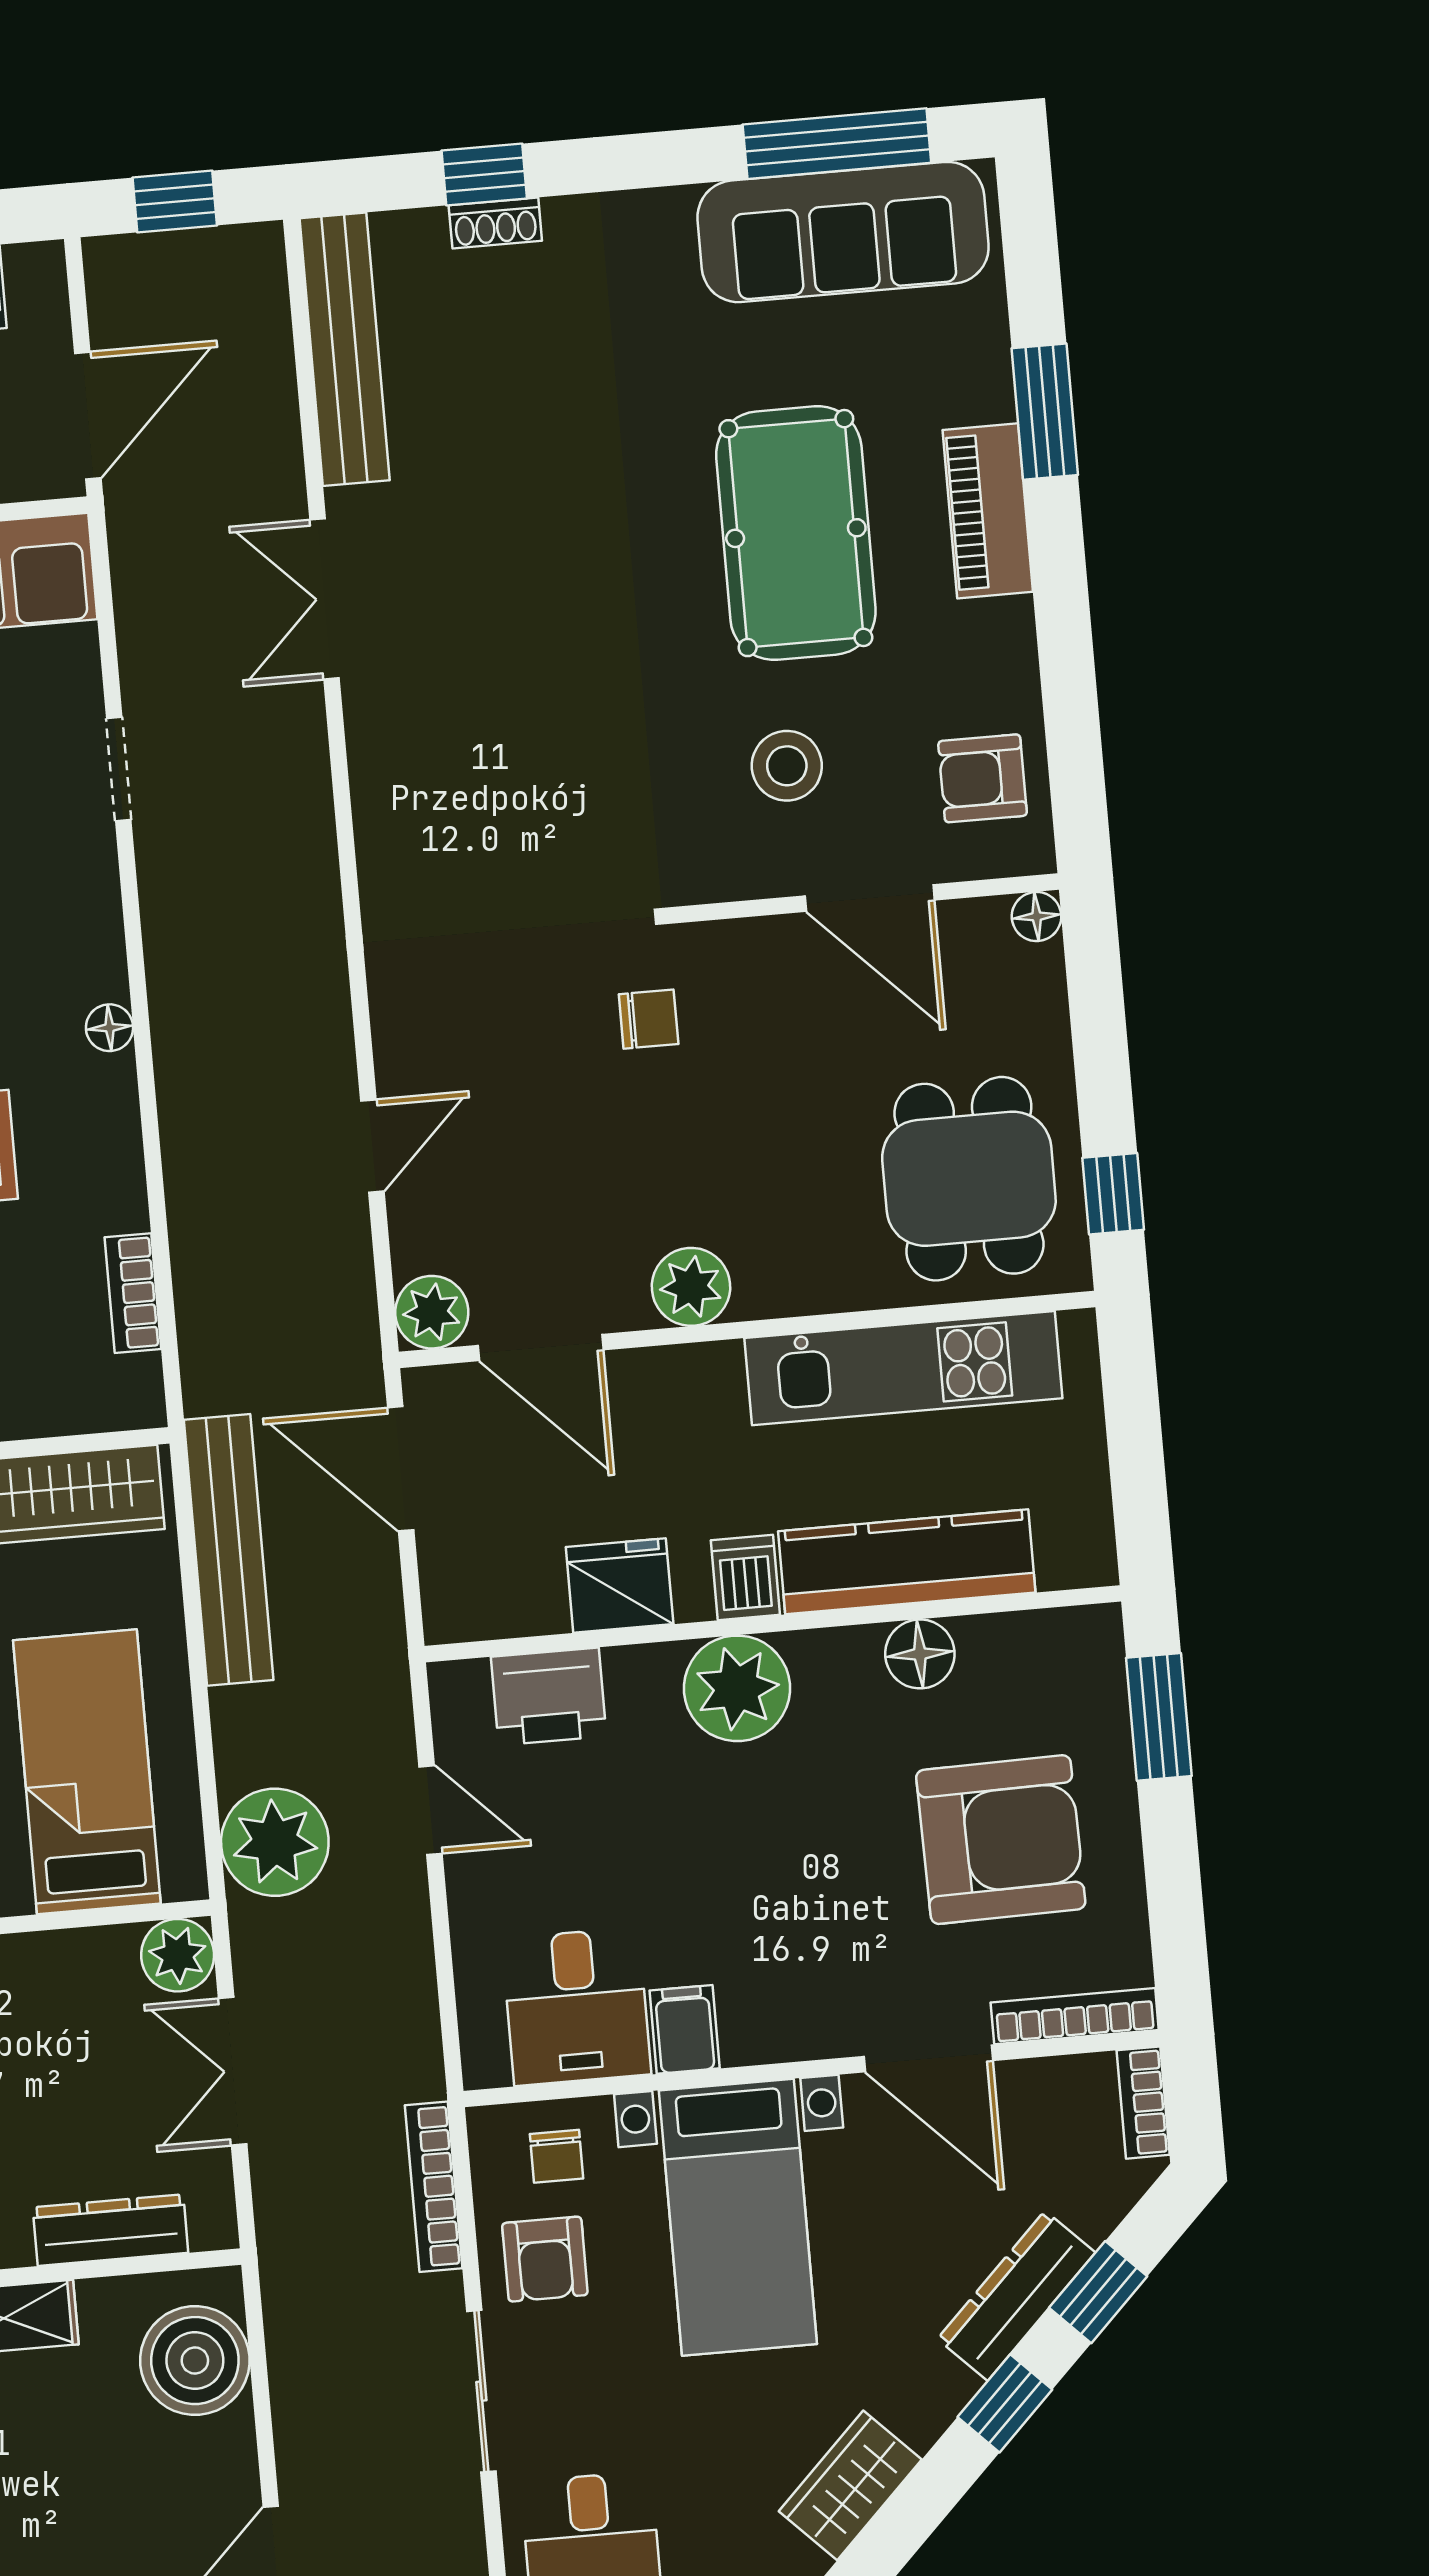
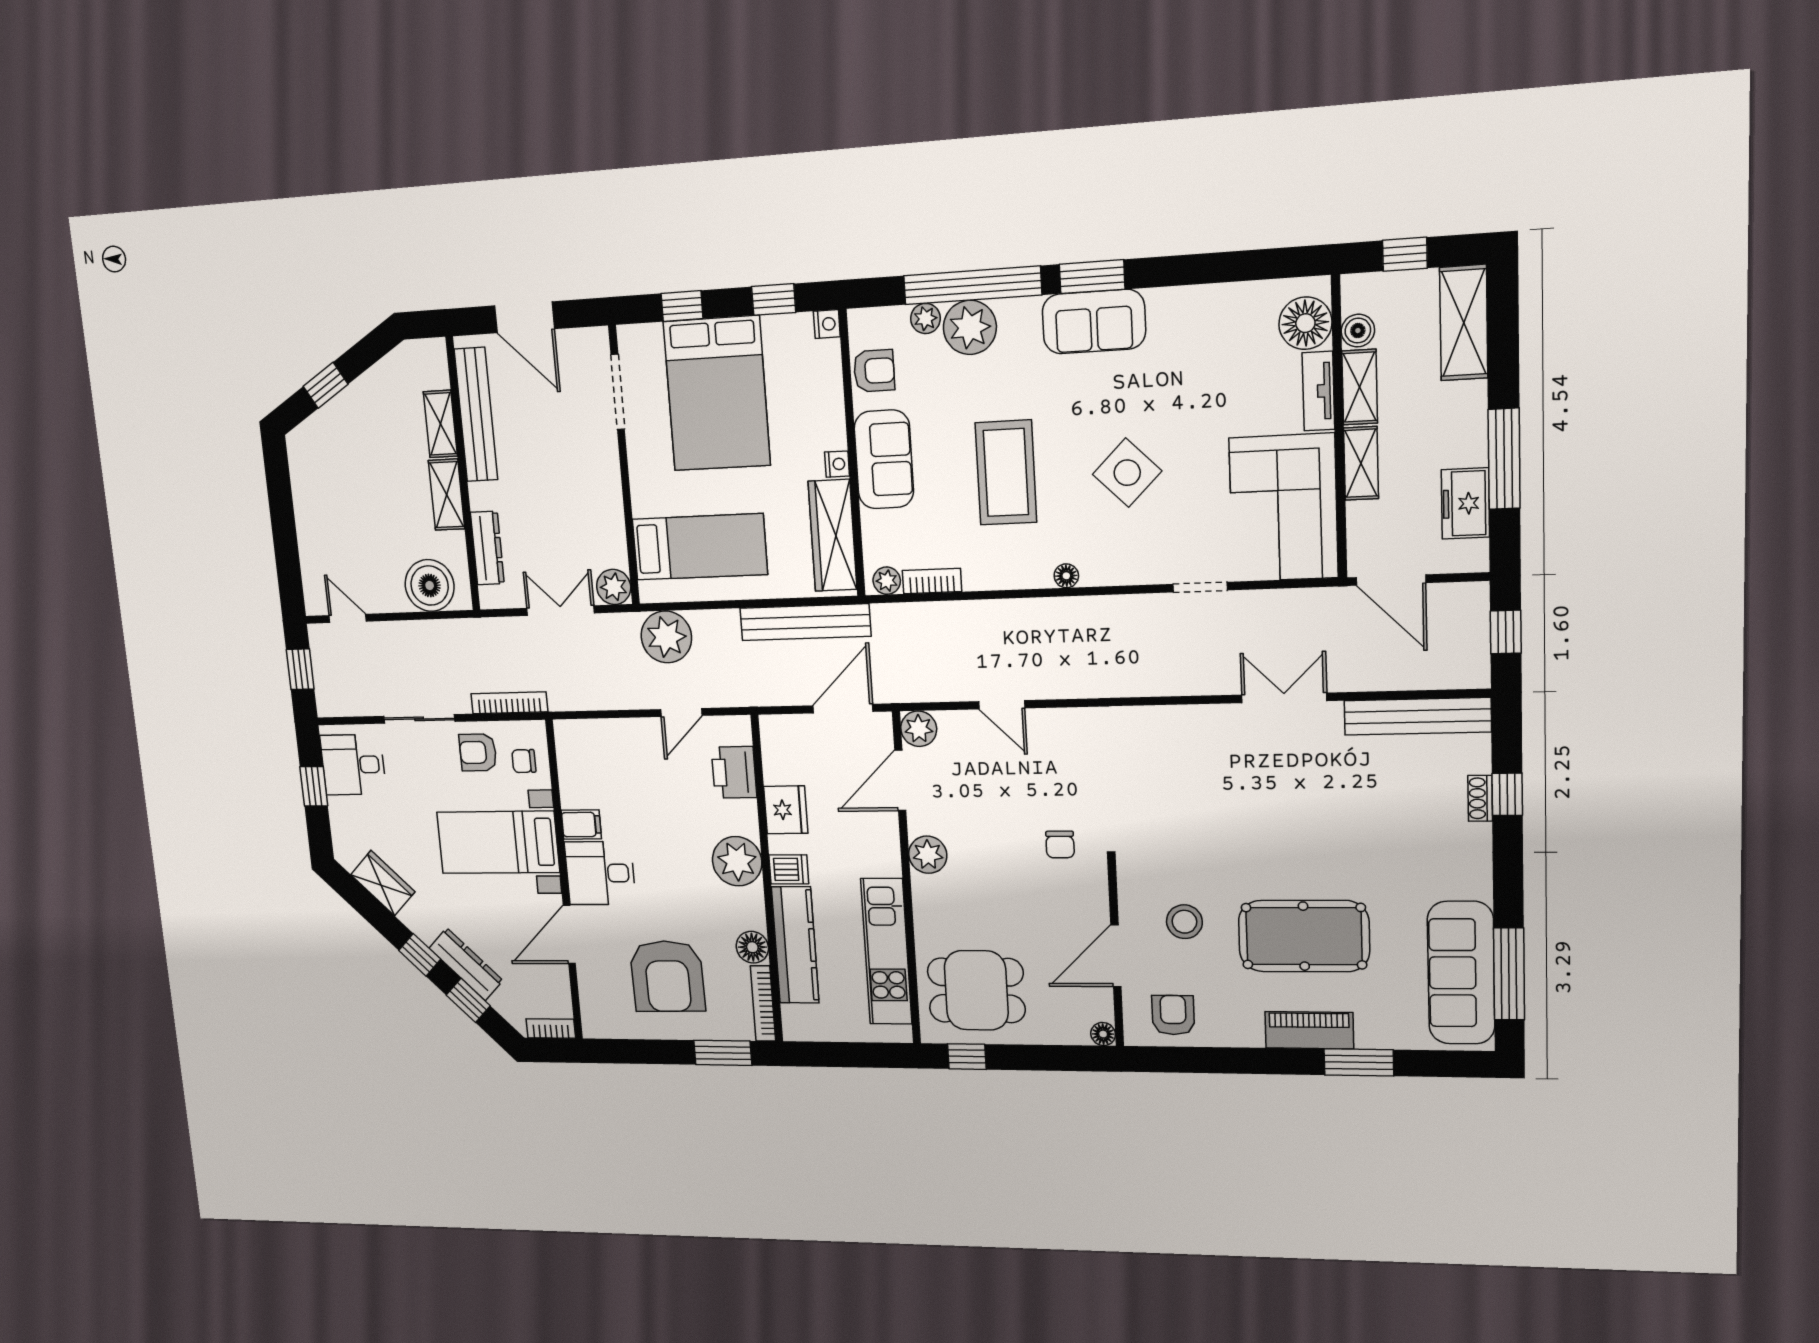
plant: (137, 1384) -> (887, 581), added
desk: (576, 2006) -> (600, 873), moved
bookcase: (1075, 2016) -> (763, 1003), moved, turned 180

